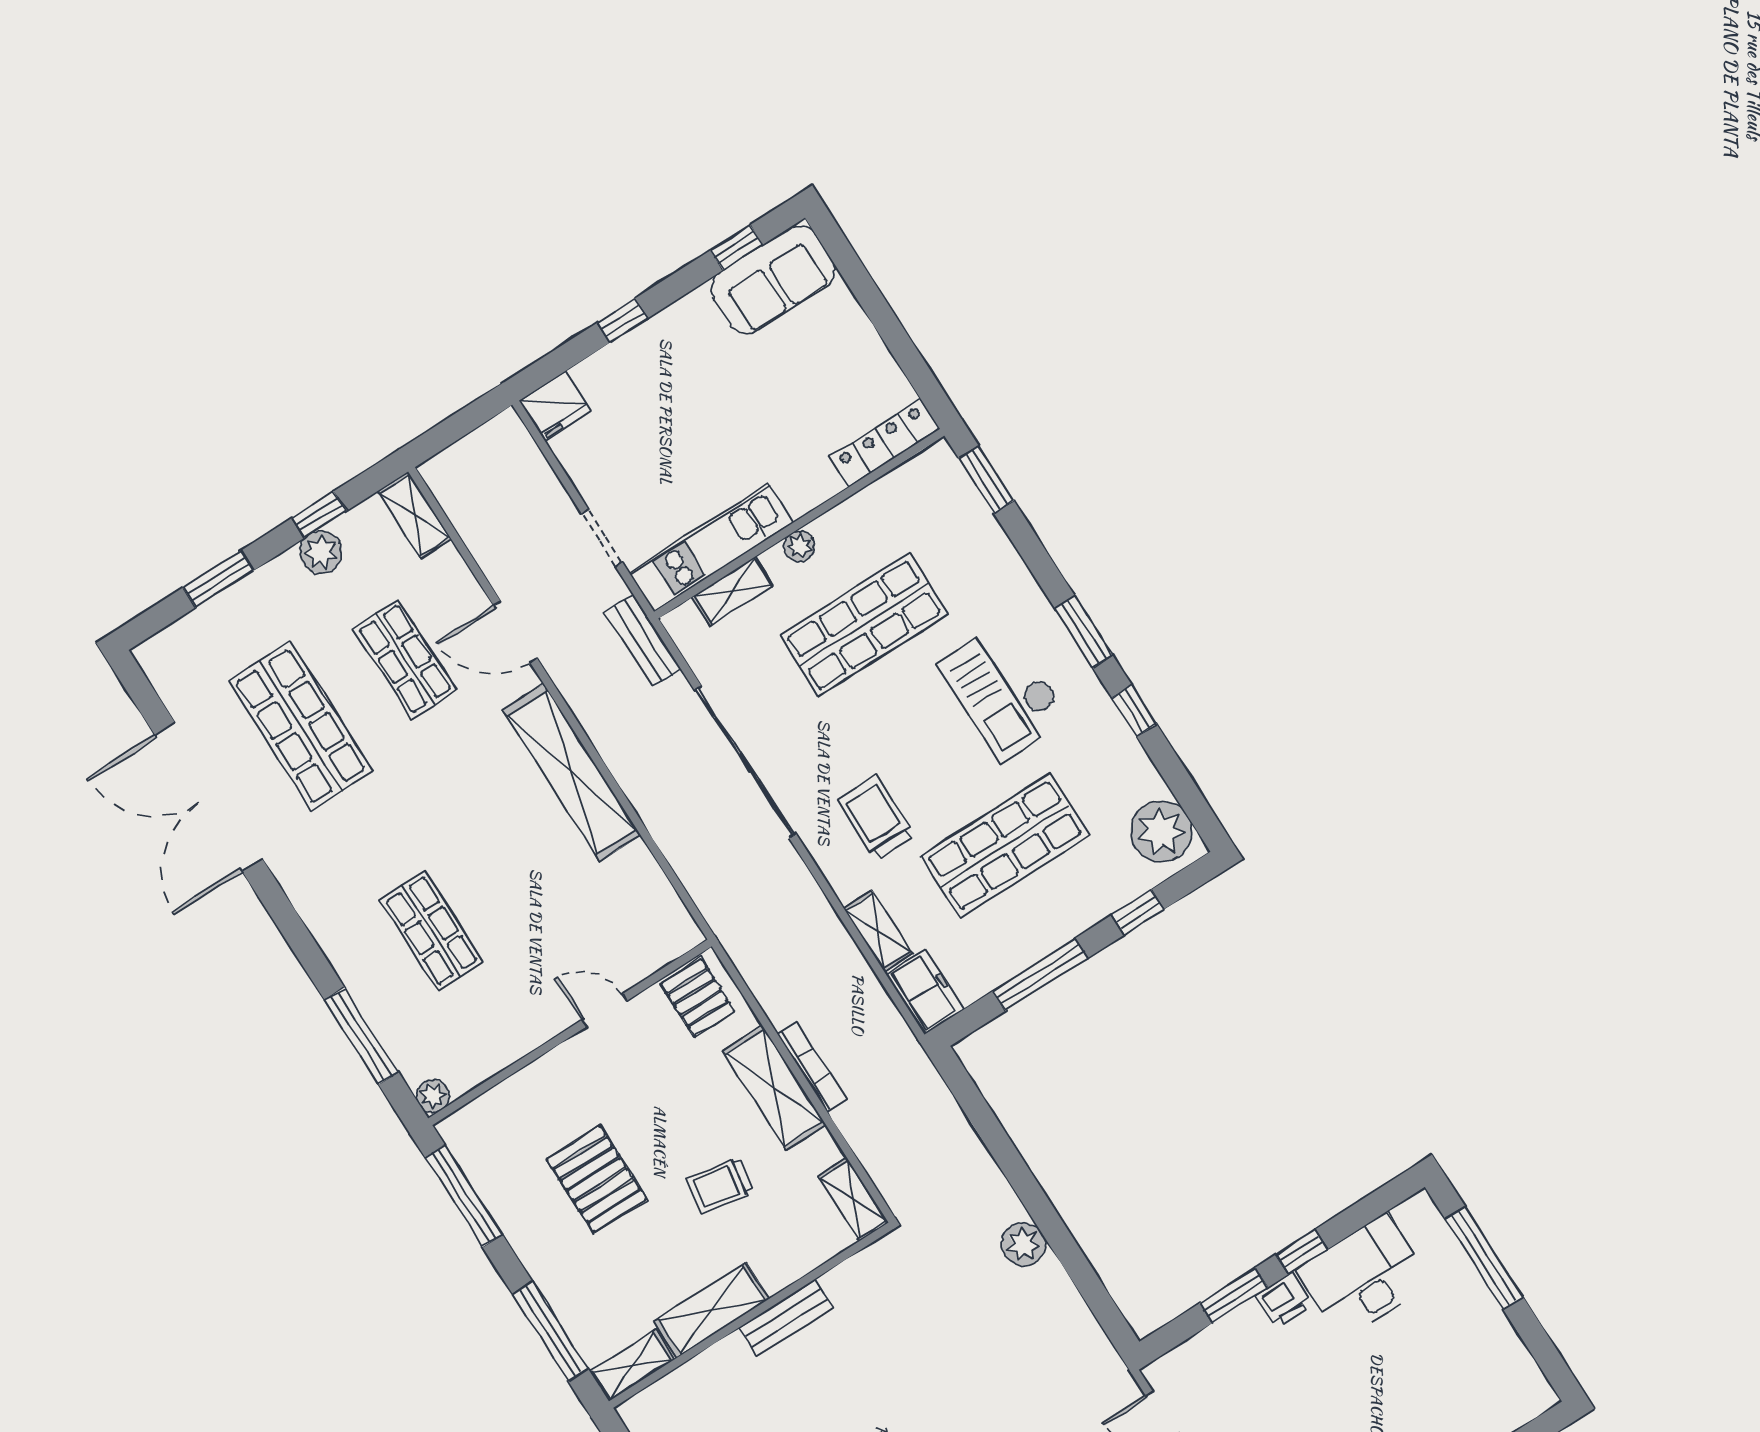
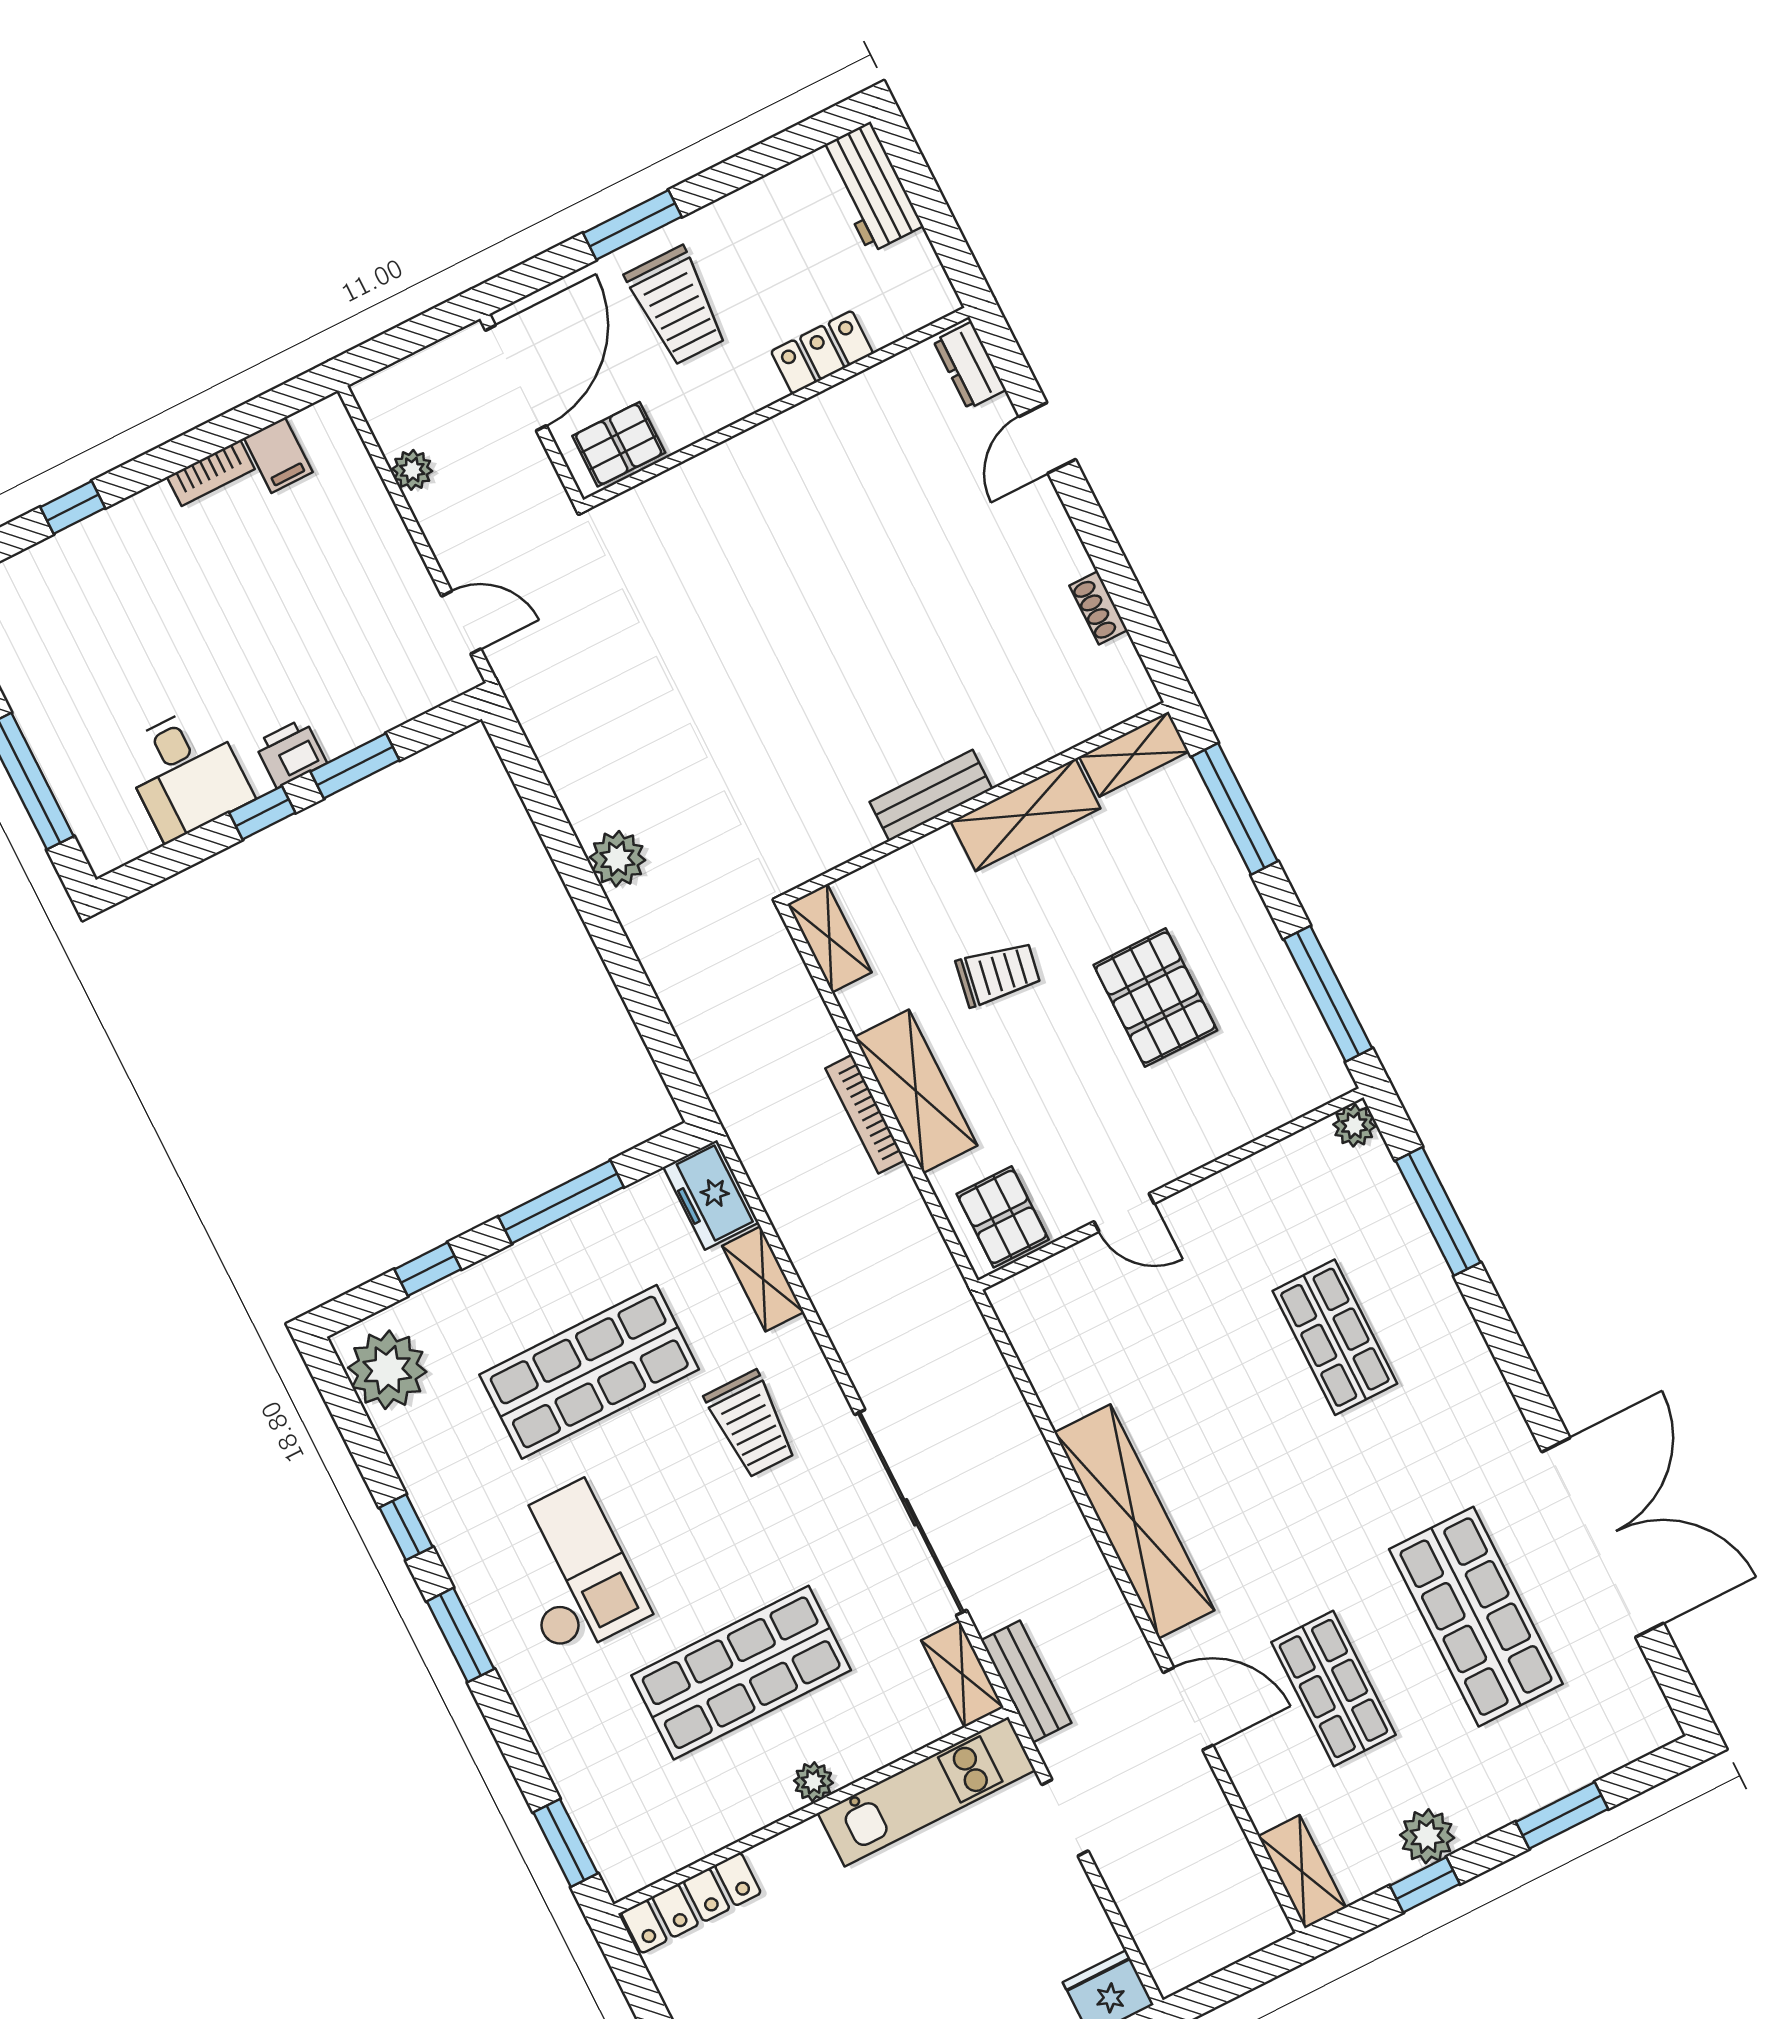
shelving: (733, 591) -> (962, 1674), moved, turned 90
desk: (1364, 1277) -> (186, 773), width x0.73

